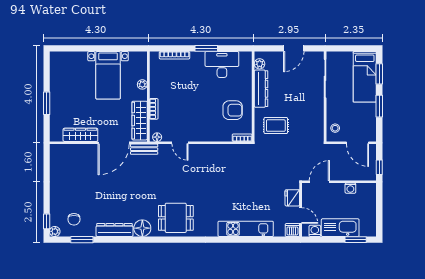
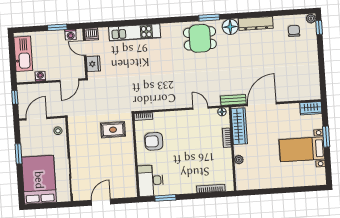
window: (206, 48) -> (165, 198), moved
plant: (260, 64) -> (132, 186), removed
desk: (222, 65) -> (151, 181), moved, turned 90
window: (379, 74) -> (20, 184), removed
bed with nightstands: (108, 75) -> (302, 149), moved, turned -90
bed: (365, 77) -> (39, 180), width x1.50
dresser: (261, 89) -> (129, 163), removed
wardrobe: (80, 135) -> (311, 108), moved, width x0.67
door: (357, 143) -> (36, 119), hinge flipped
kitchen sink: (340, 228) -> (23, 54), moved, turned -90
window: (82, 240) -> (209, 18), moved
window: (356, 240) -> (57, 27), moved

